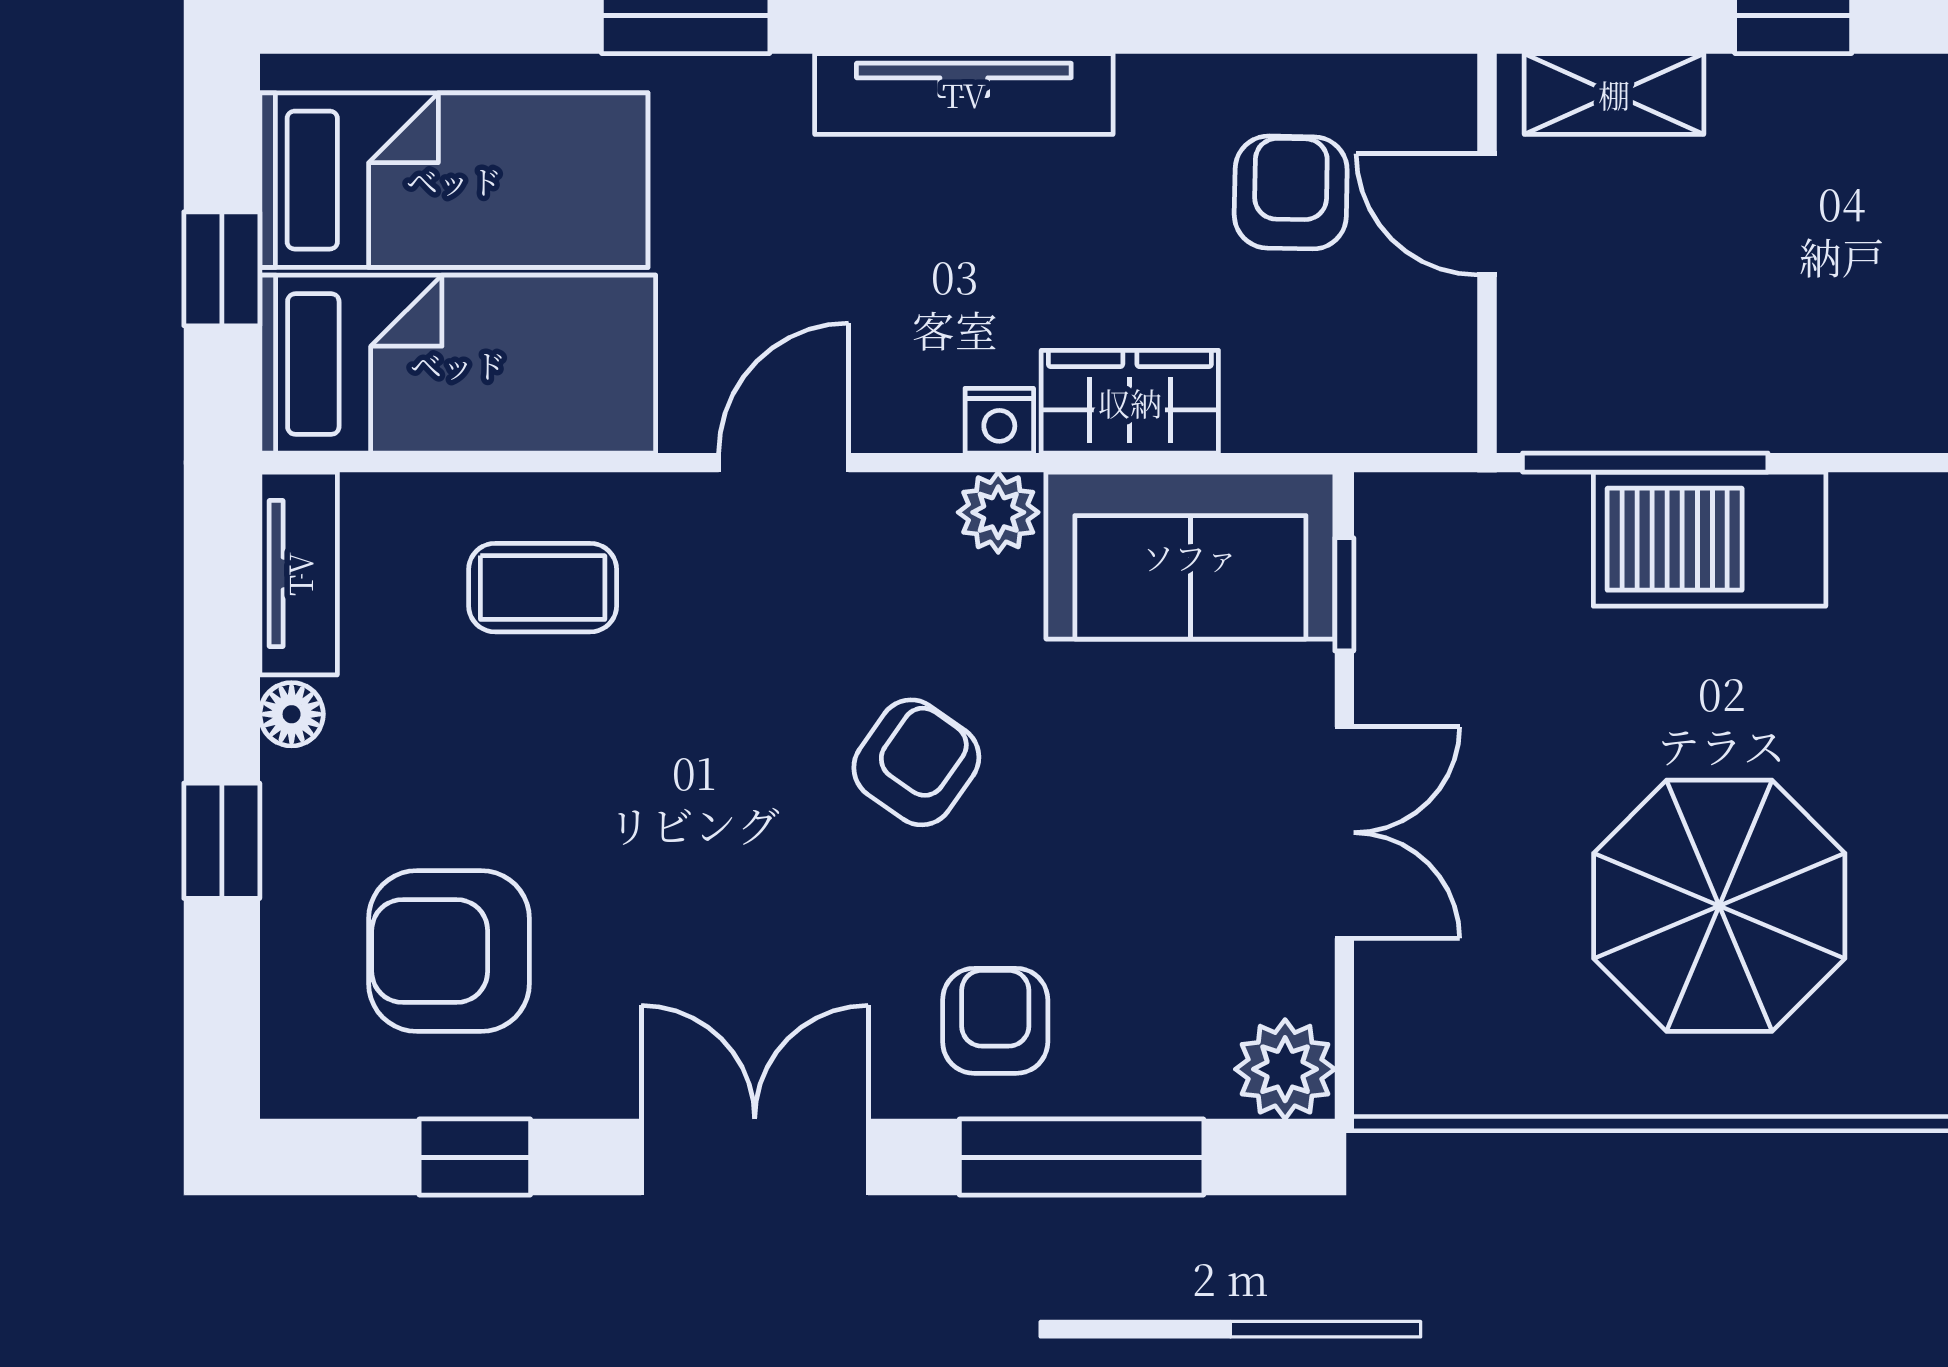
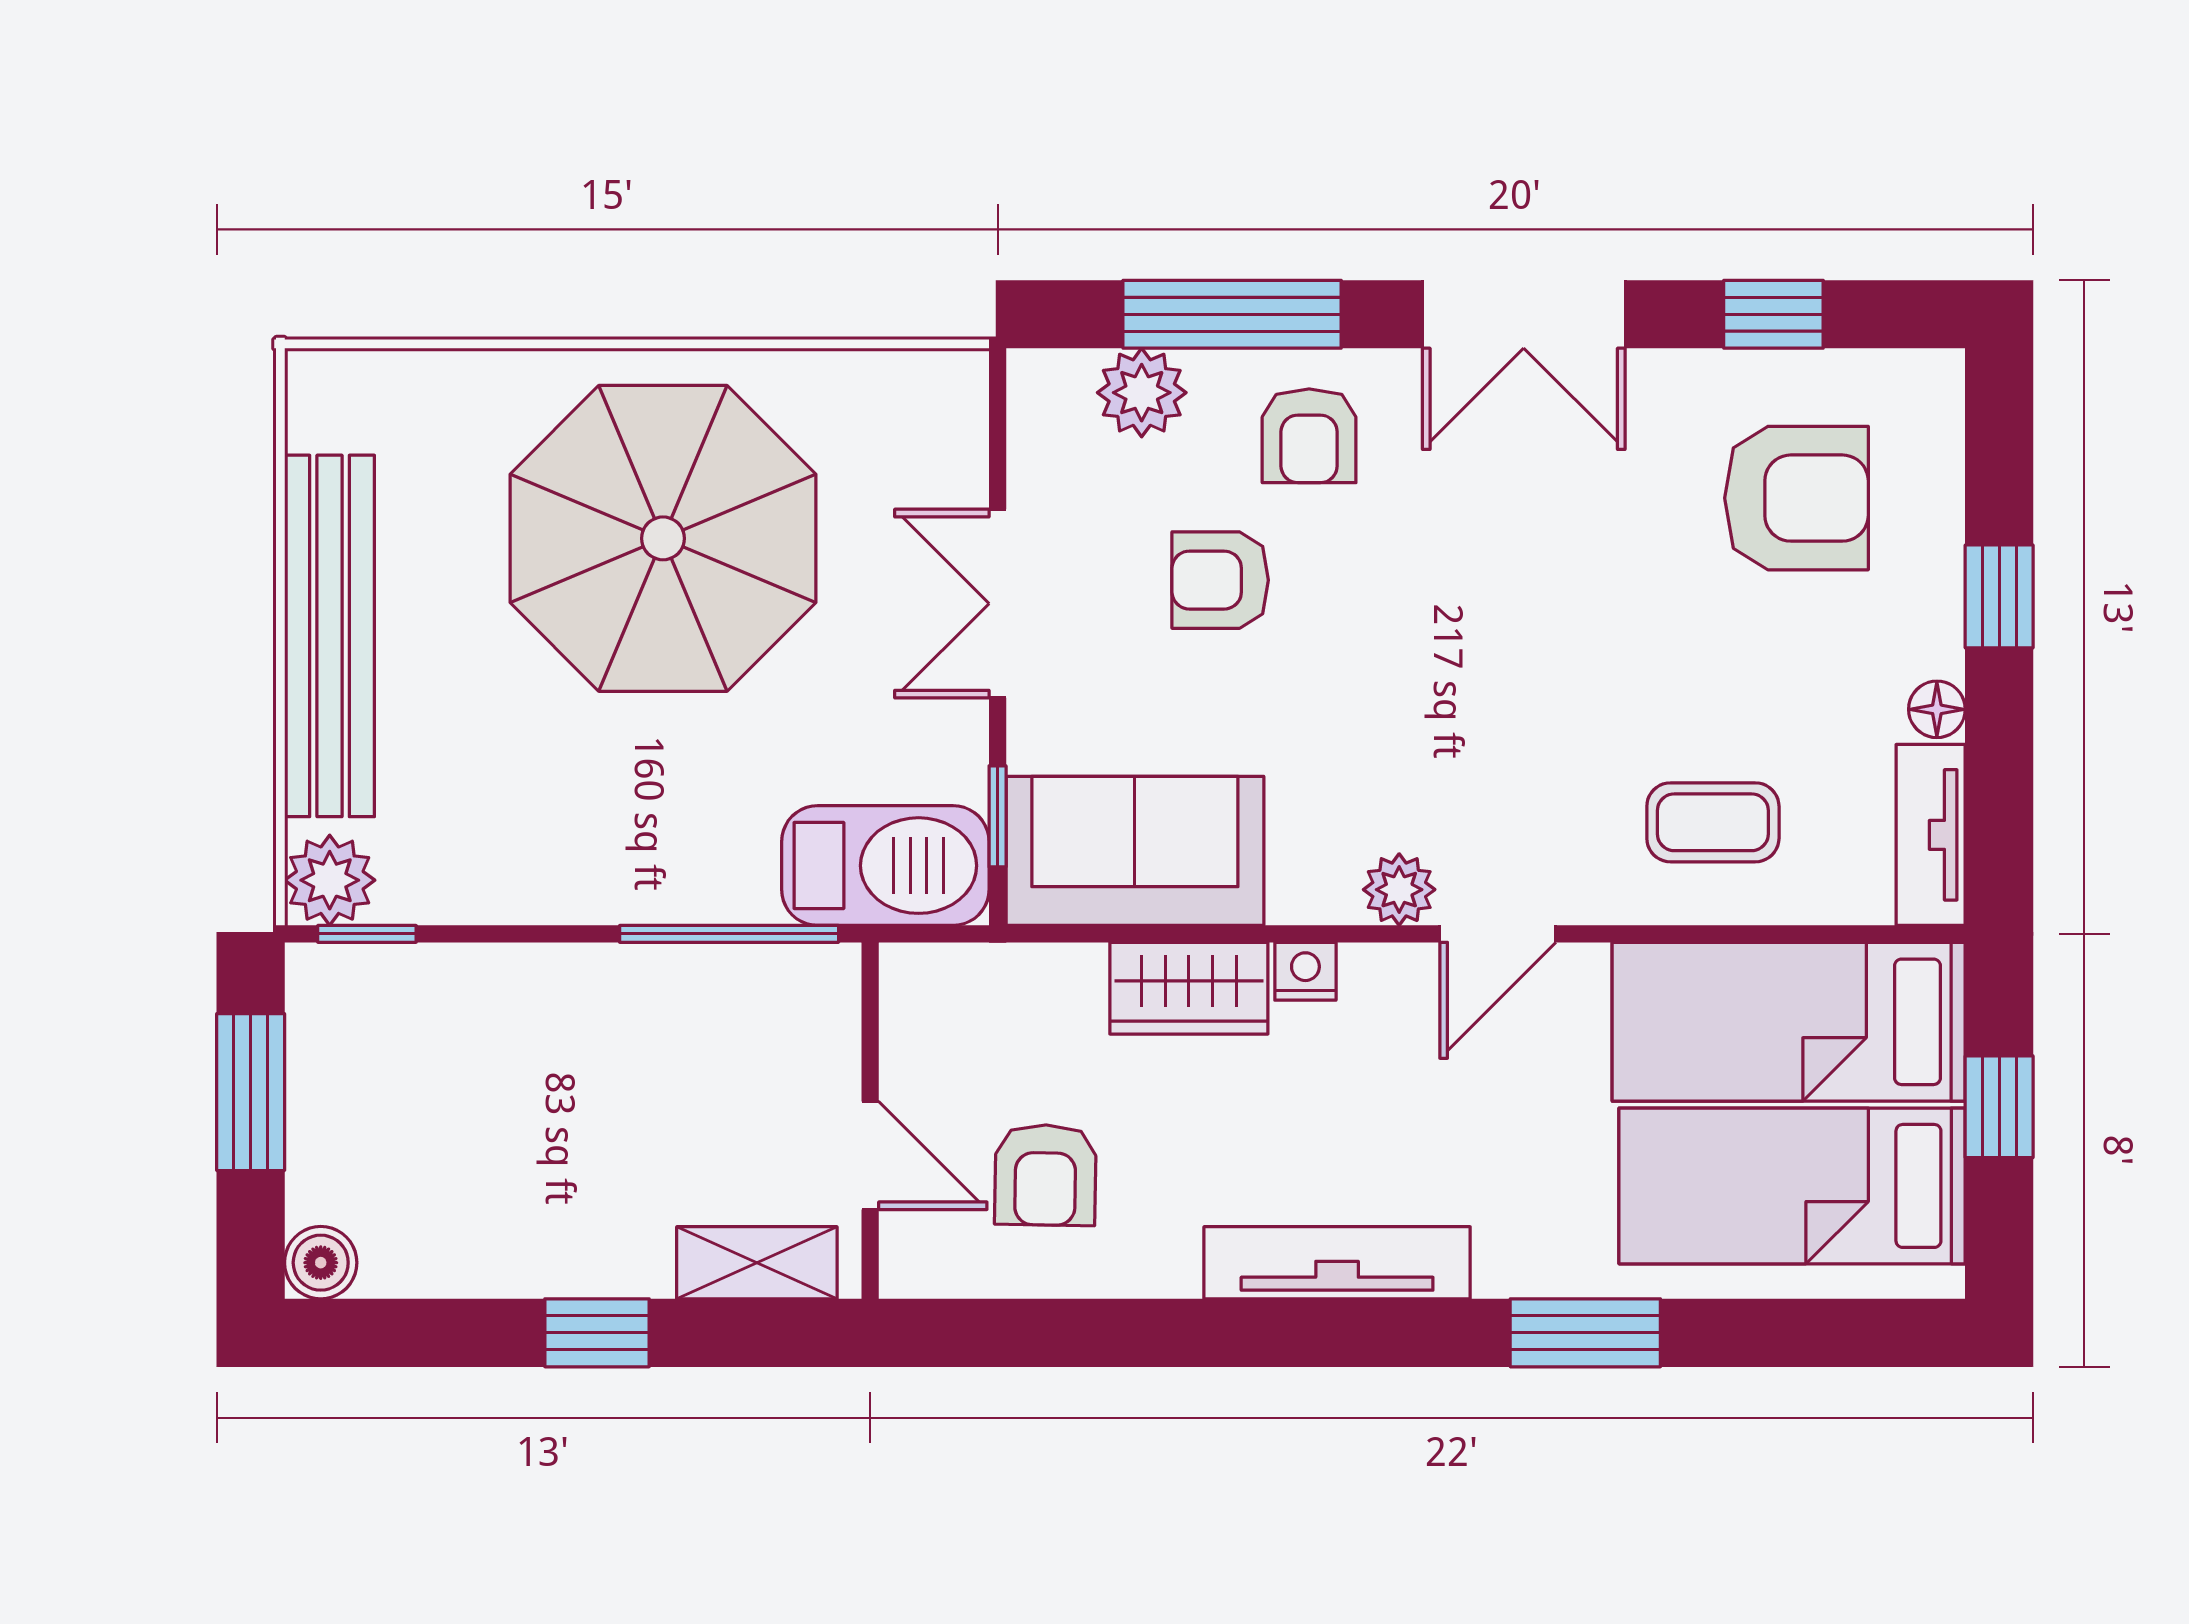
plant: (998, 512) -> (1399, 890), moved
barbecue: (1710, 539) -> (885, 866), moved
armchair: (916, 762) -> (1220, 580), moved, turned 55
parasol: (1719, 906) -> (663, 538), width x1.36, depth x1.36
plant: (1285, 1069) -> (1142, 393), moved

